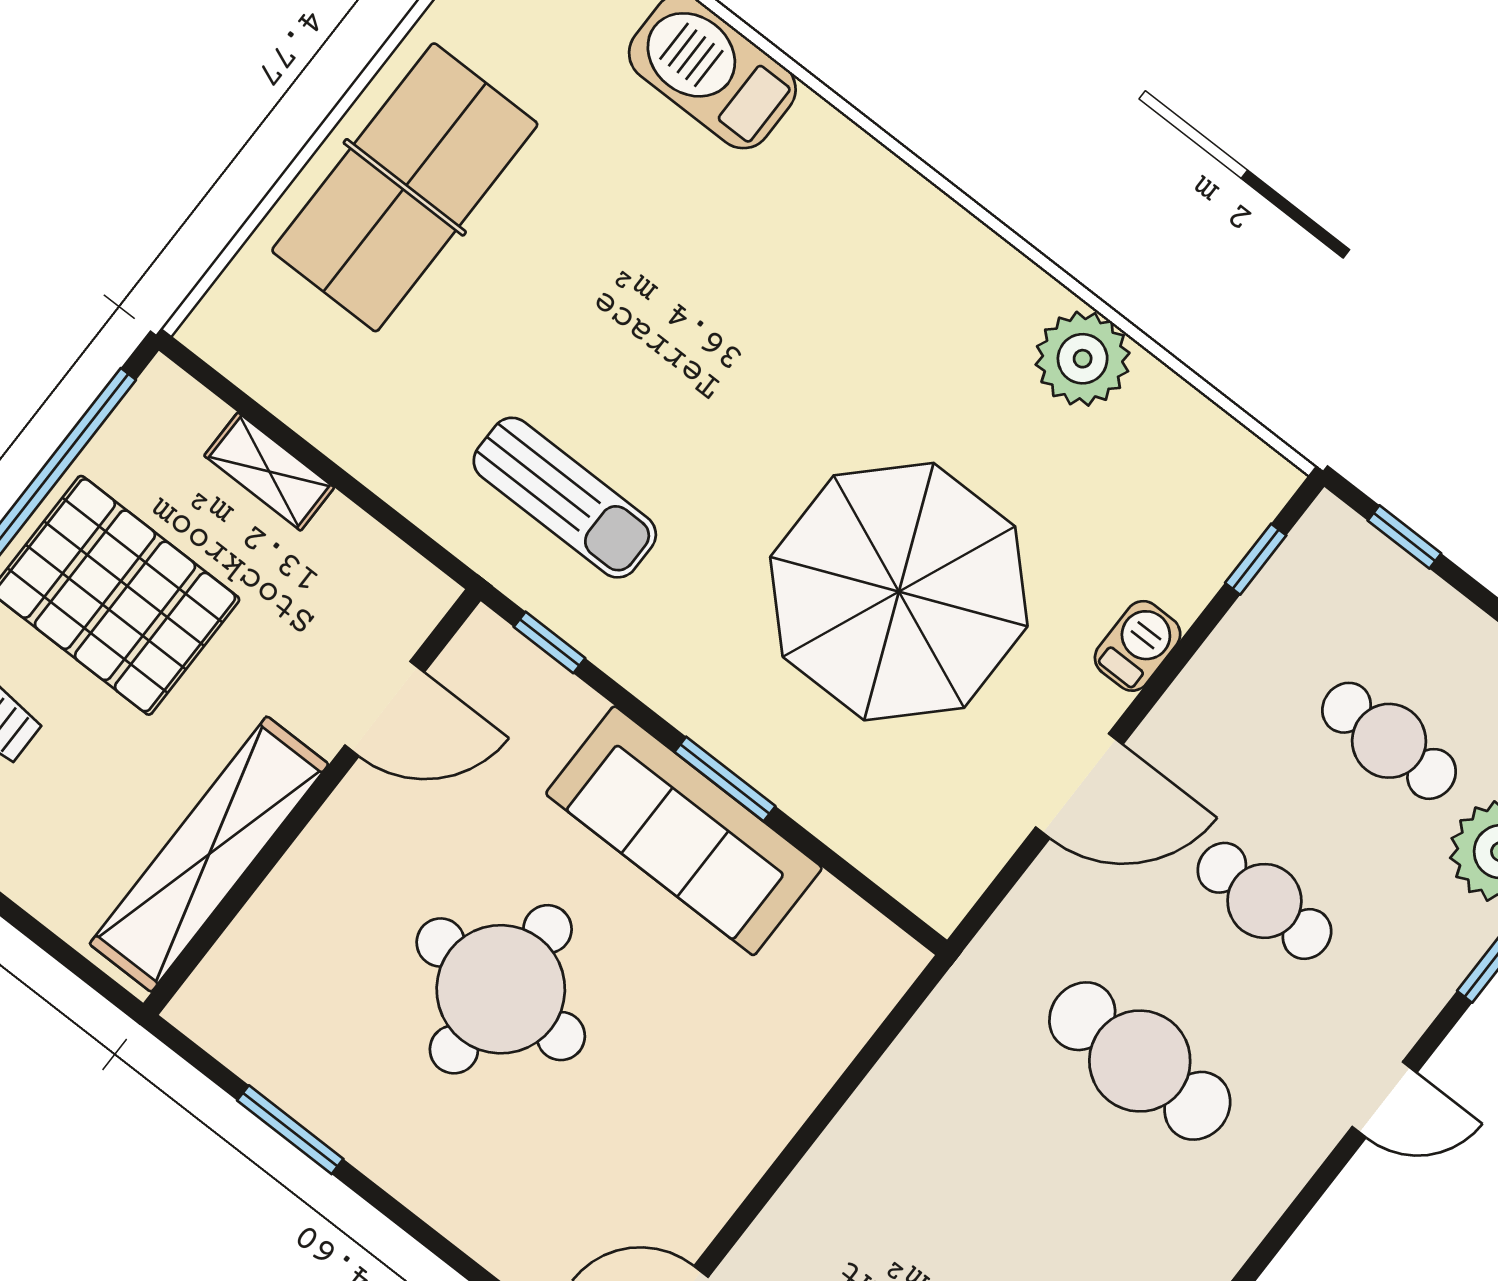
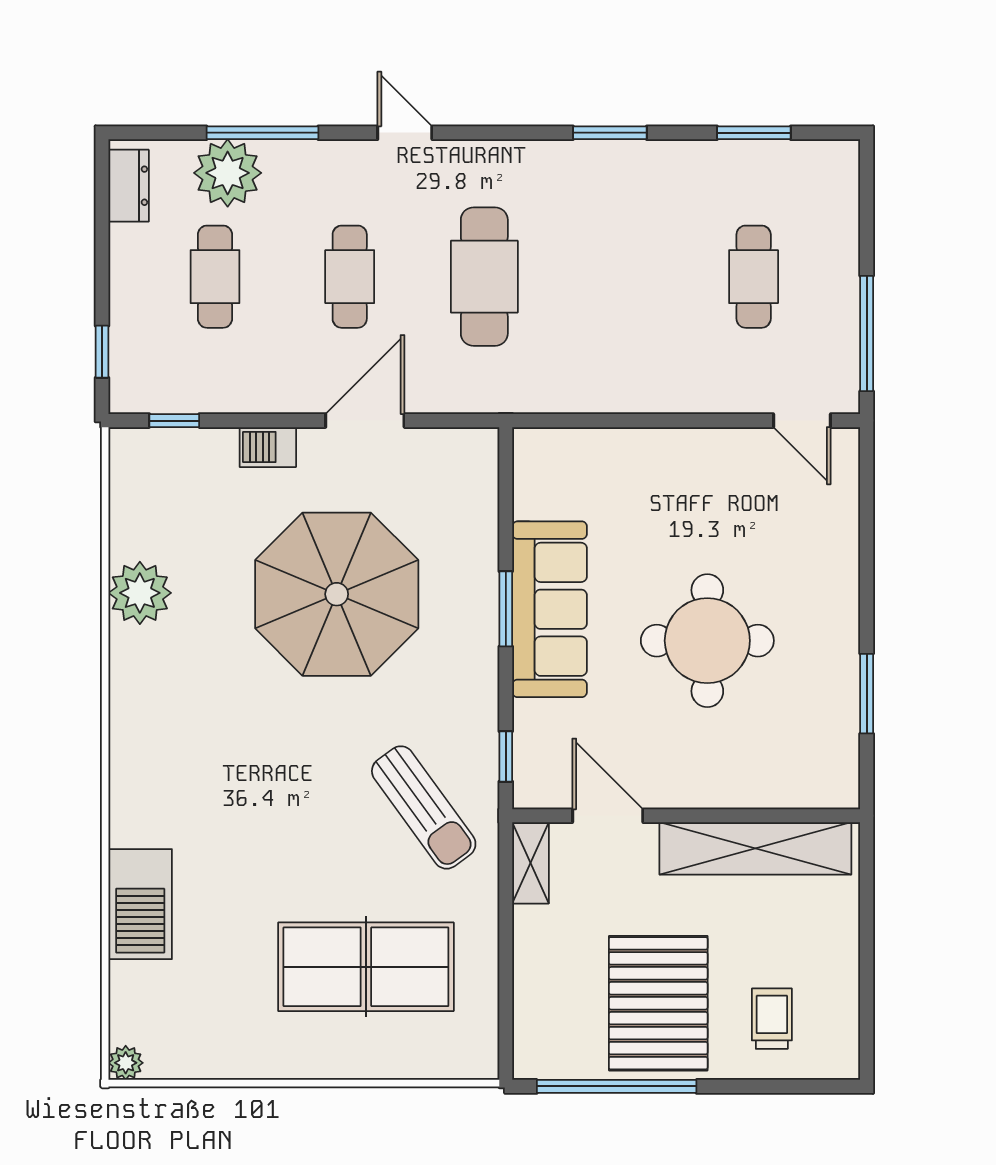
table tennis table: (405, 187) -> (366, 967), moved
shelving: (269, 472) -> (531, 863), moved
sun lounger: (565, 498) -> (424, 807), turned 144
door: (1079, 786) -> (365, 421), hinge flipped

